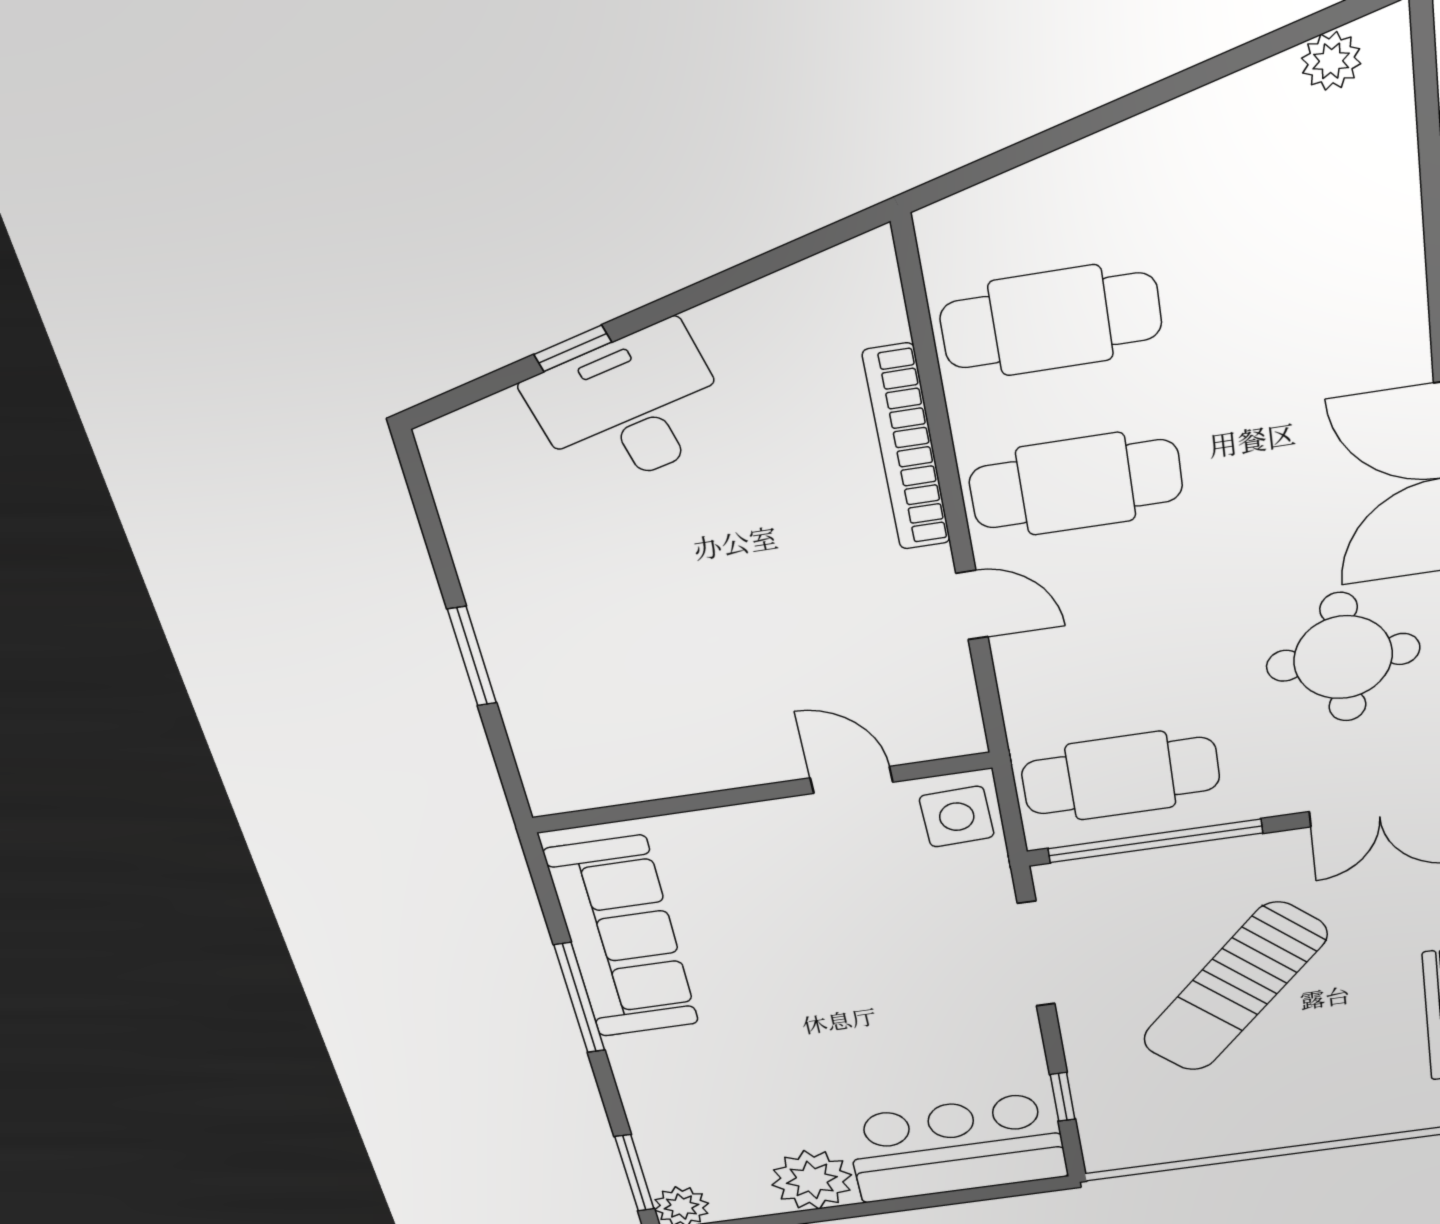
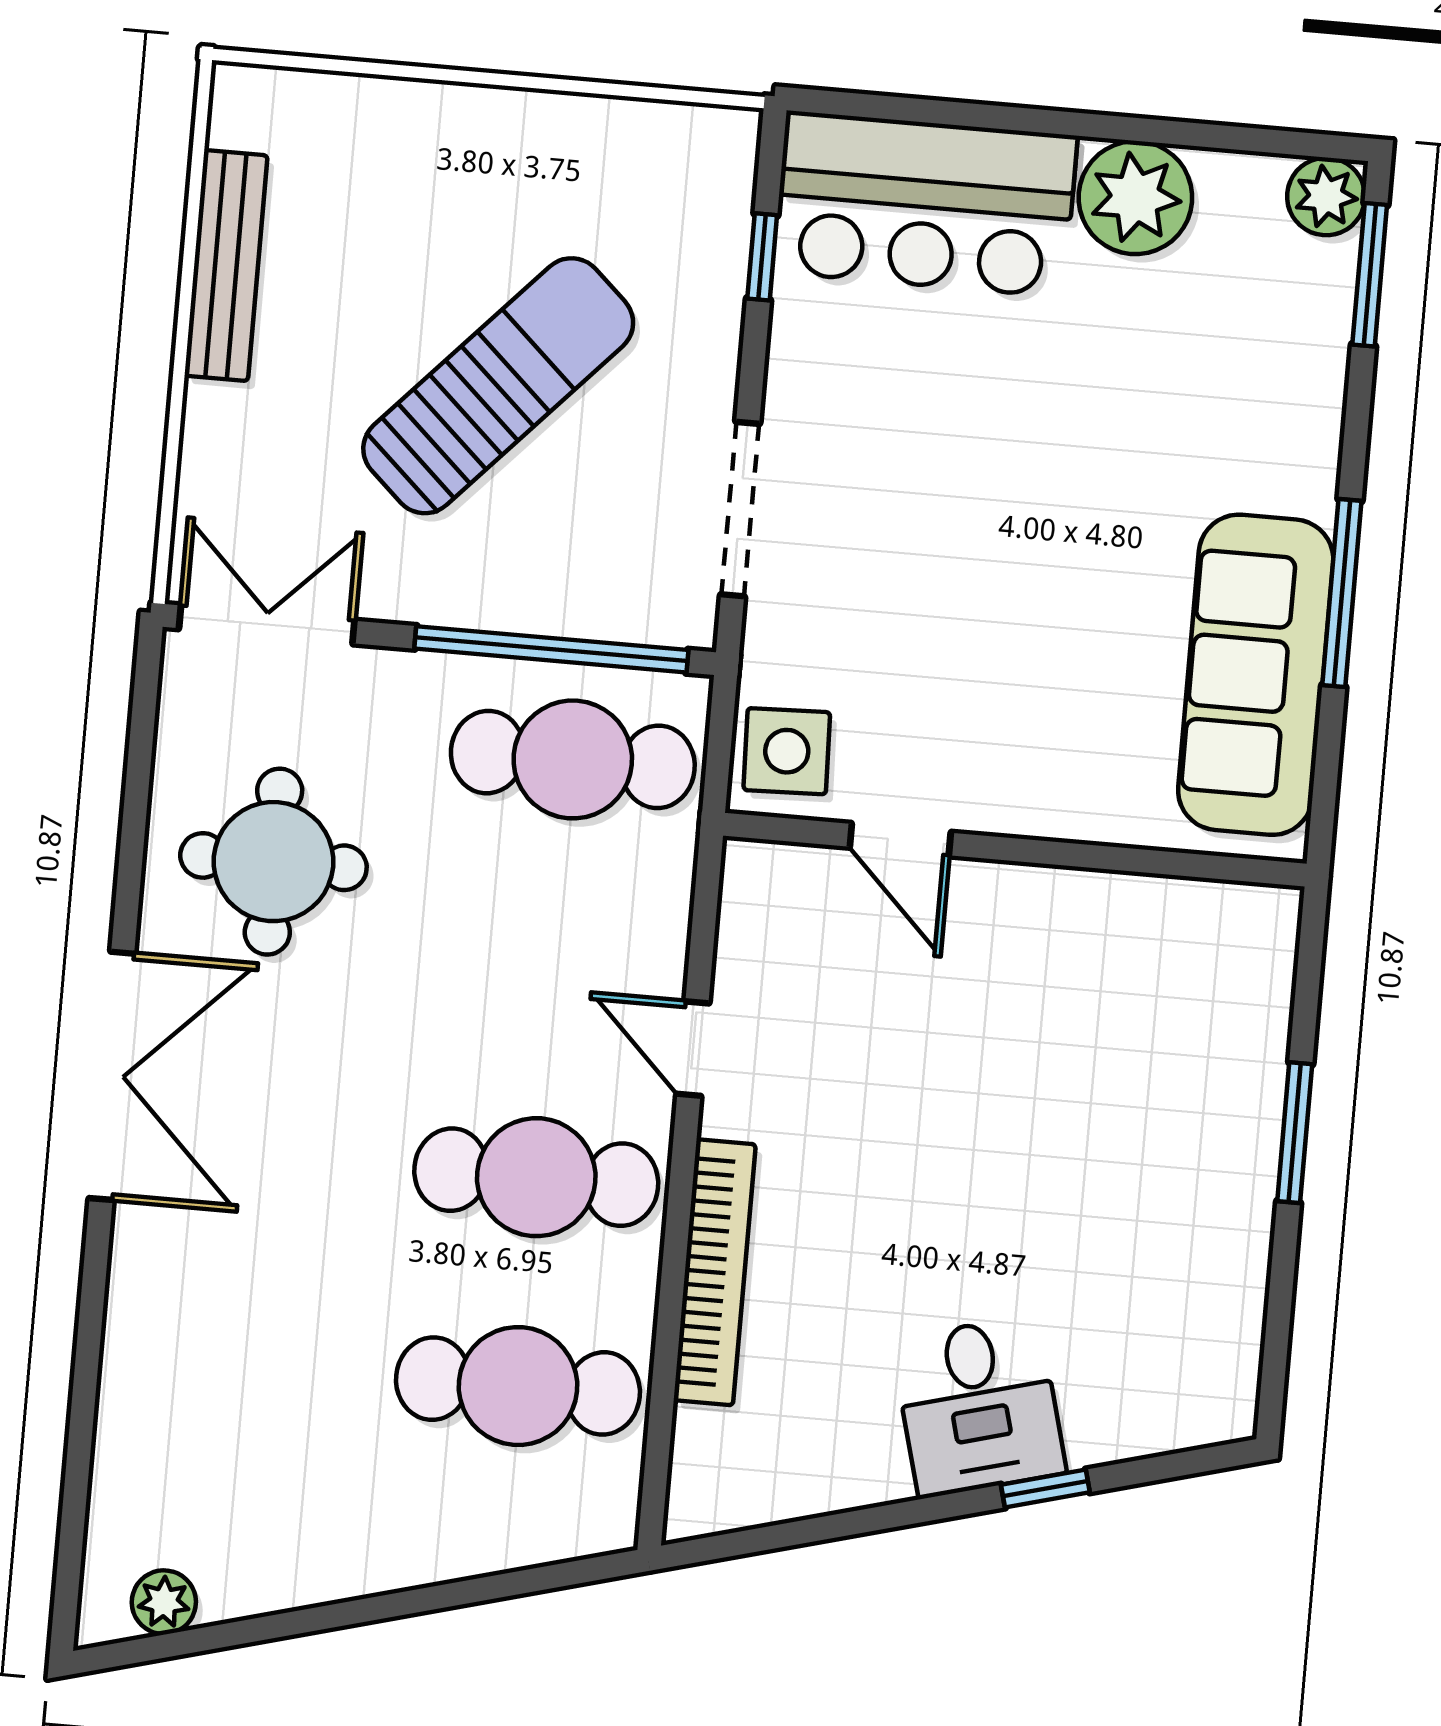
desk: (630, 408) -> (979, 1406), width x0.73

